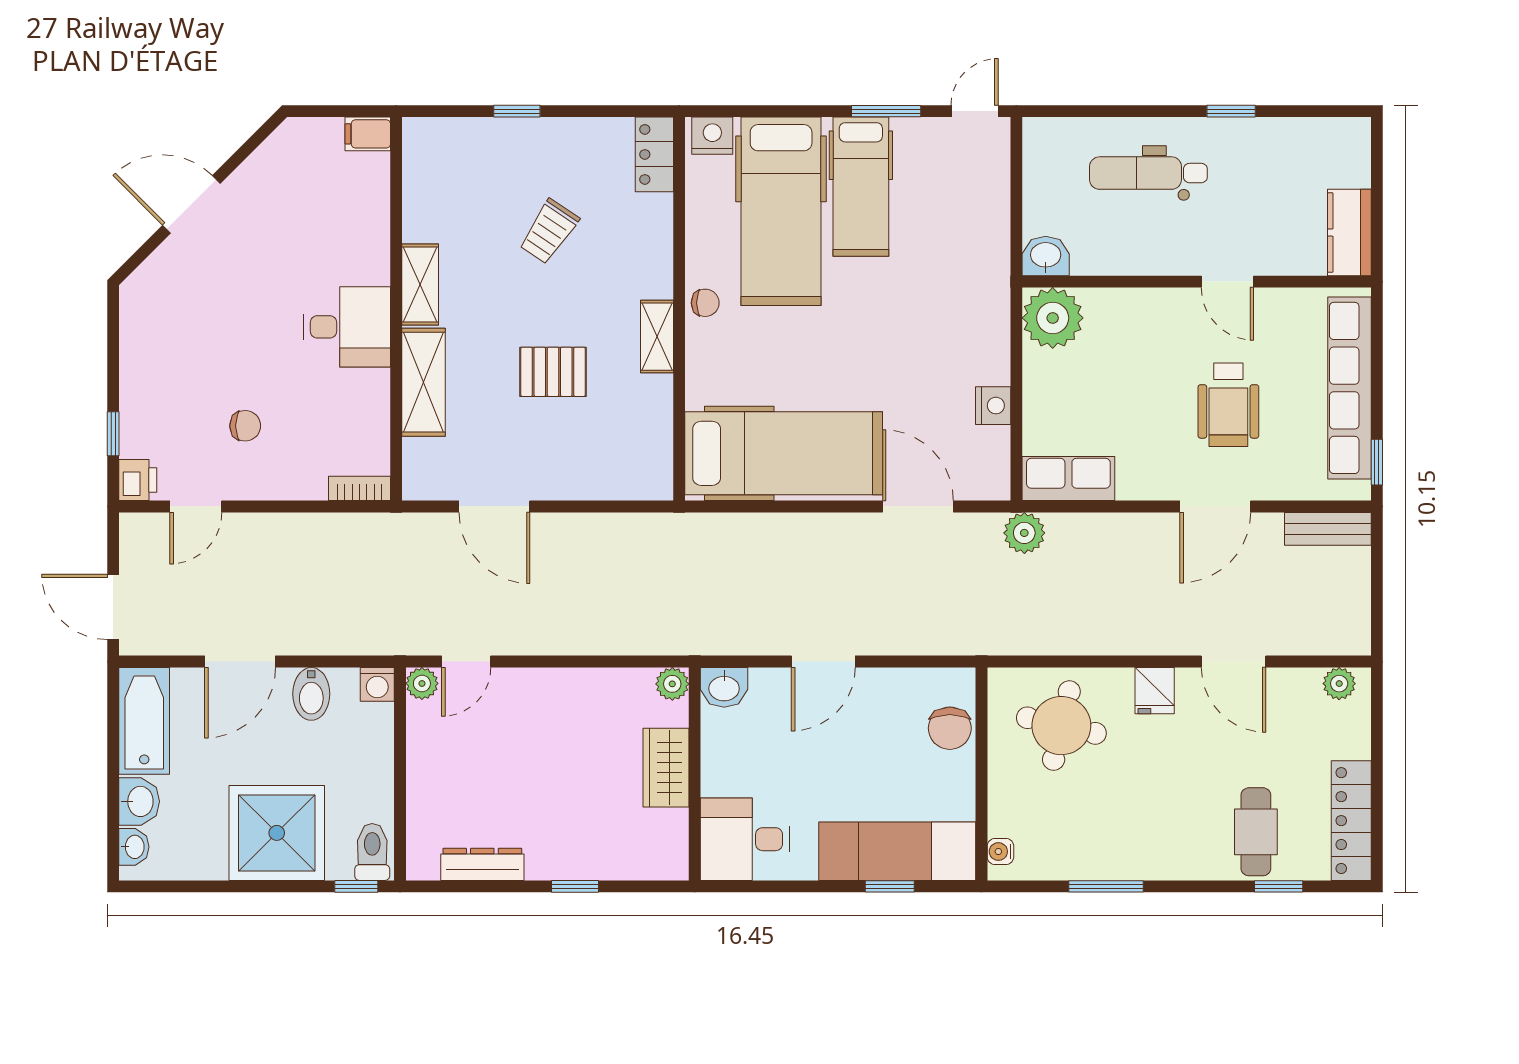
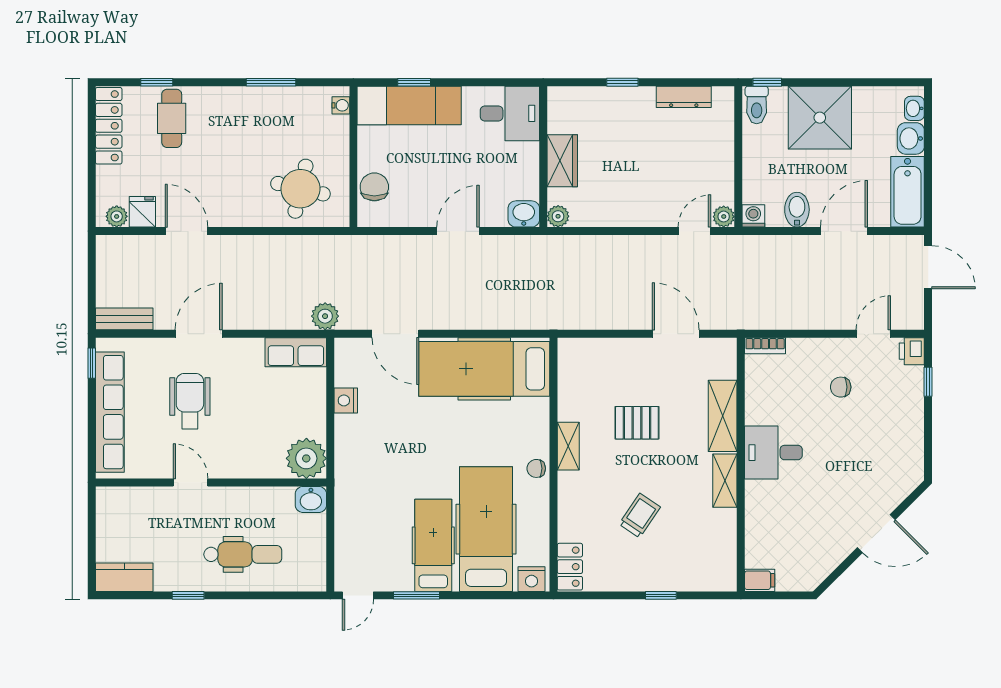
kitchen counter: (1349, 233) -> (124, 577), moved, turned -90
fridge: (1155, 691) -> (142, 212), moved

